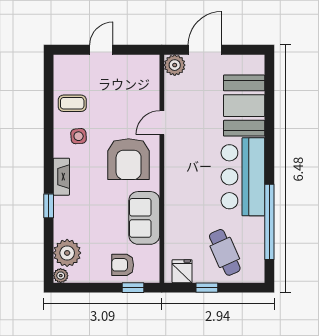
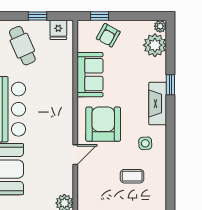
coffee table: (72, 103) -> (132, 176), moved
fireplace: (61, 177) -> (158, 104), width x1.37, depth x1.32
armchair: (123, 265) -> (108, 35), turned 119

